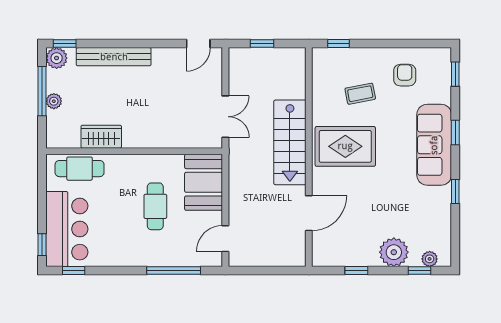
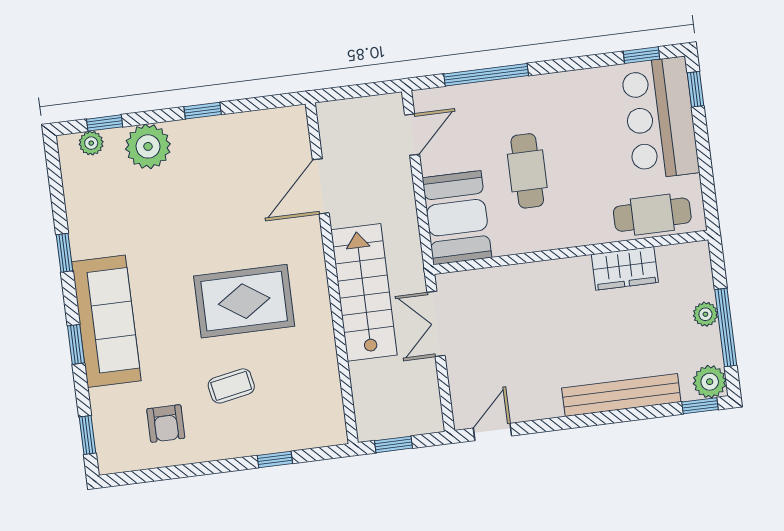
stairs: (290, 142) -> (364, 292), moved
wall: (309, 157) -> (332, 273), moved
door: (309, 213) -> (321, 186), moved

